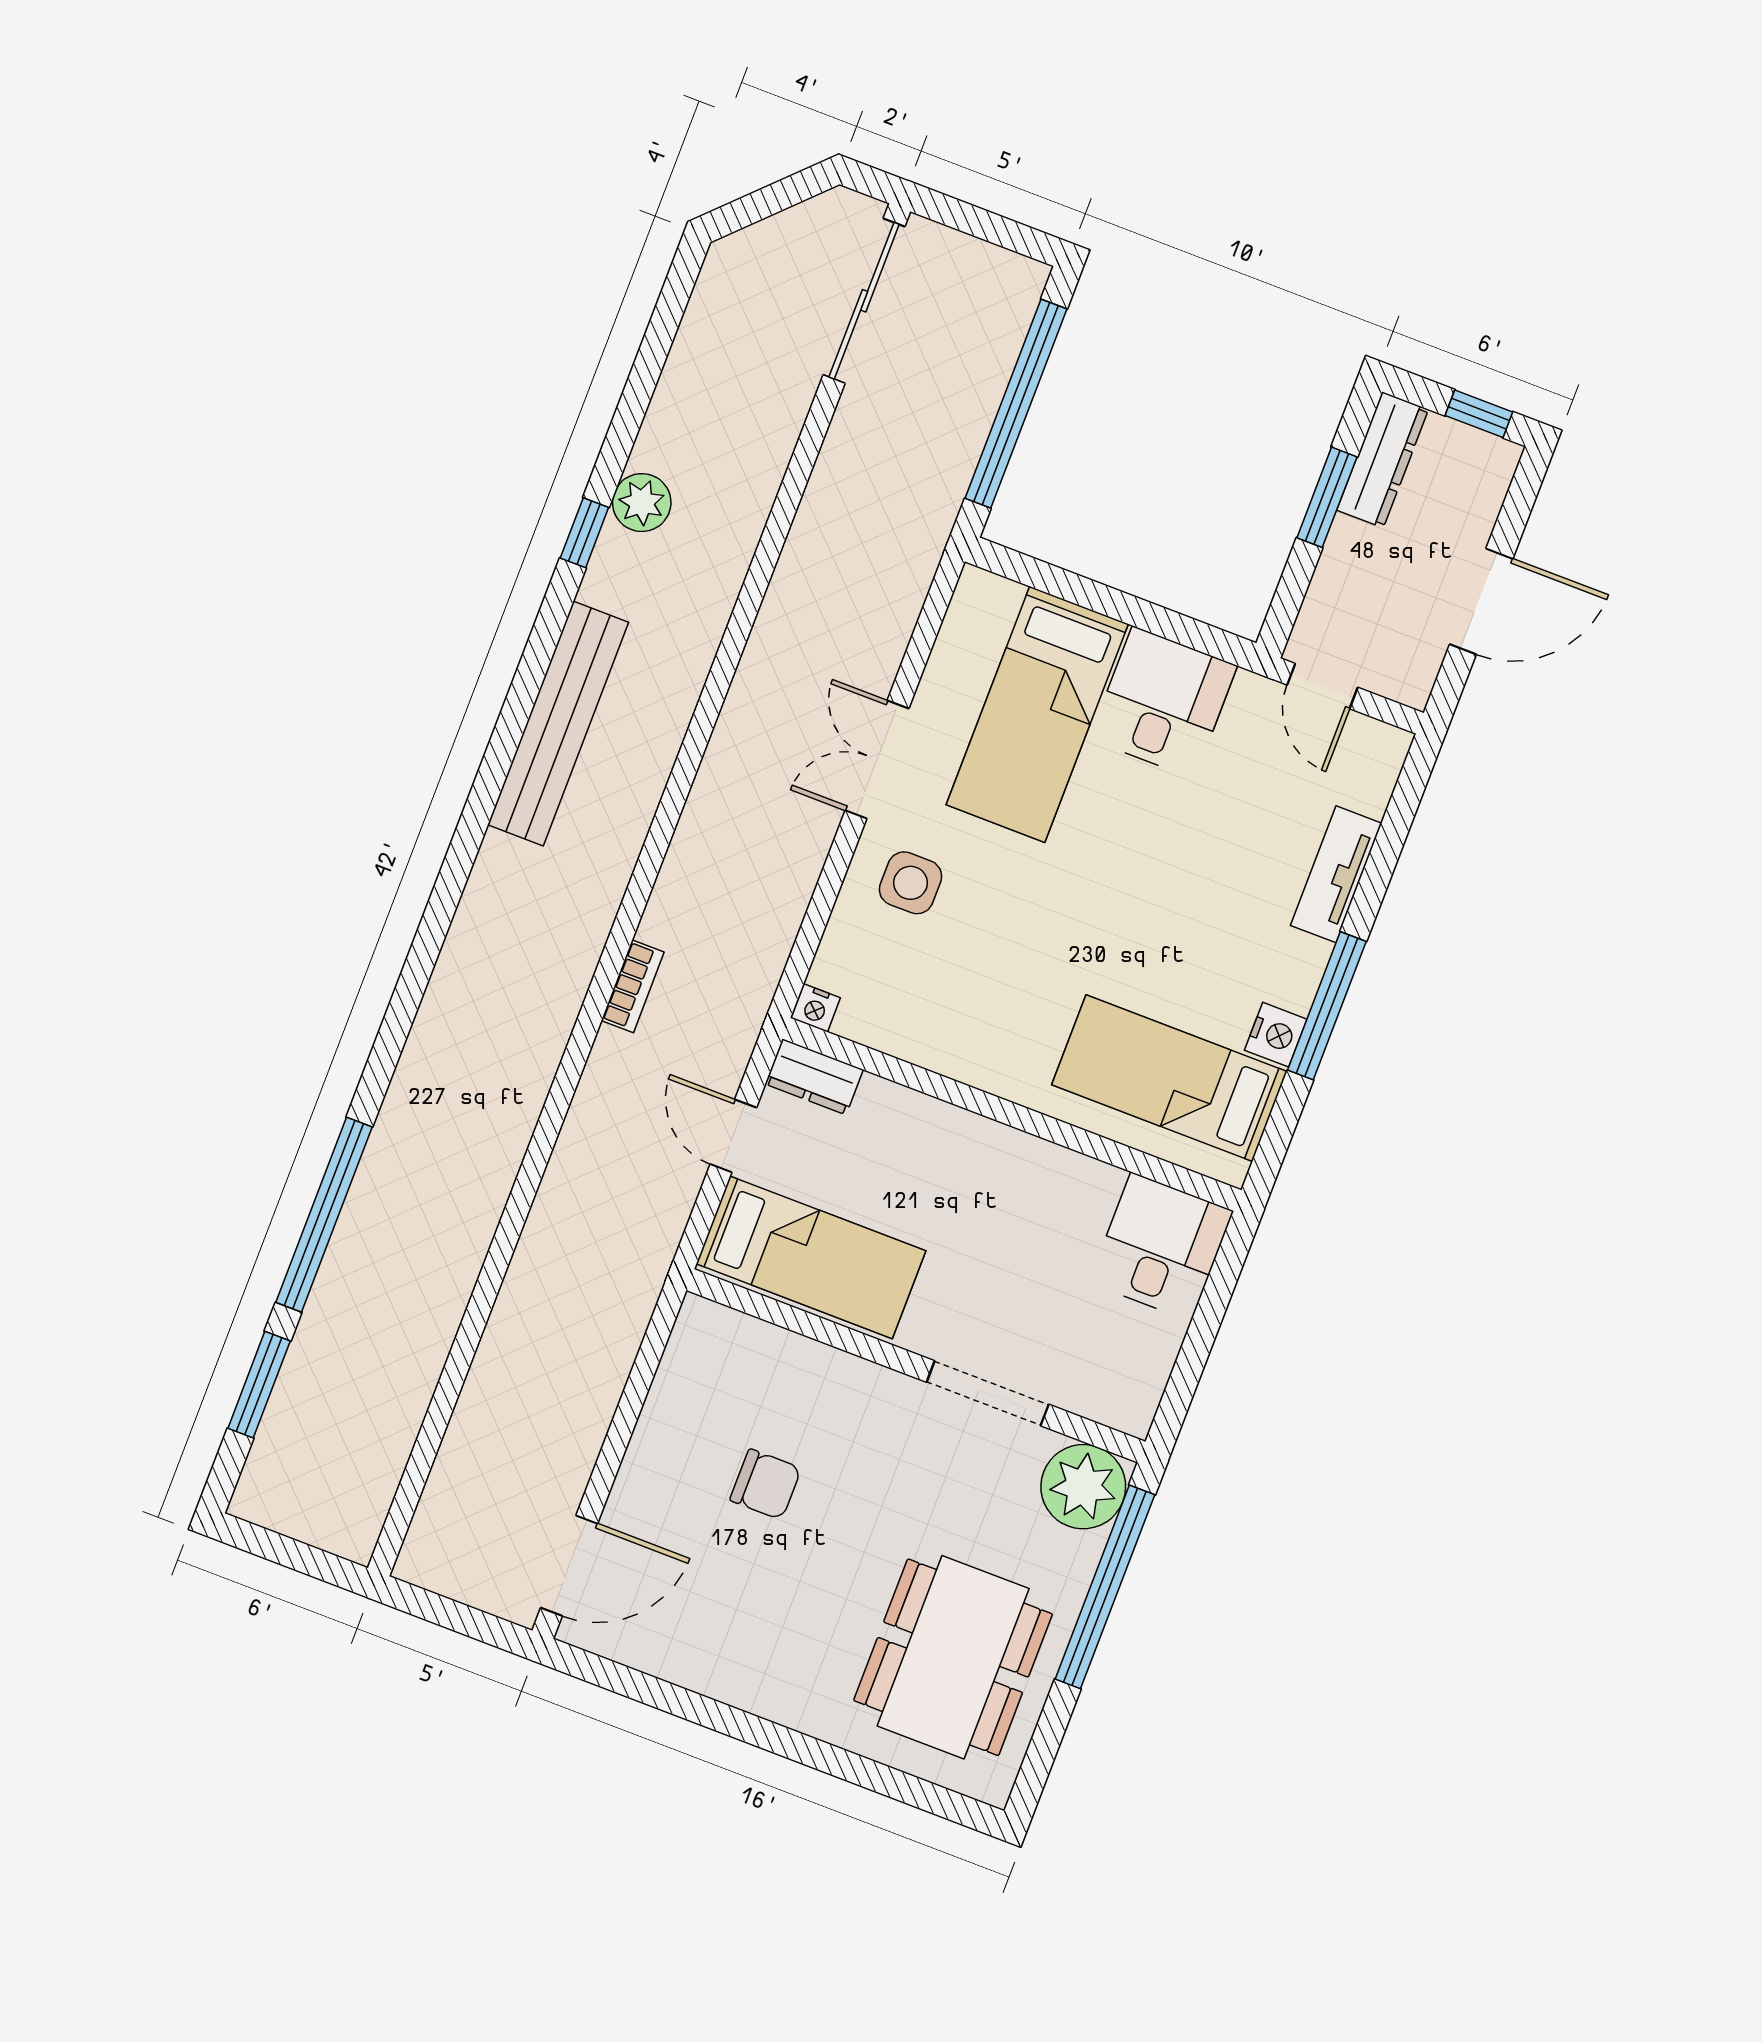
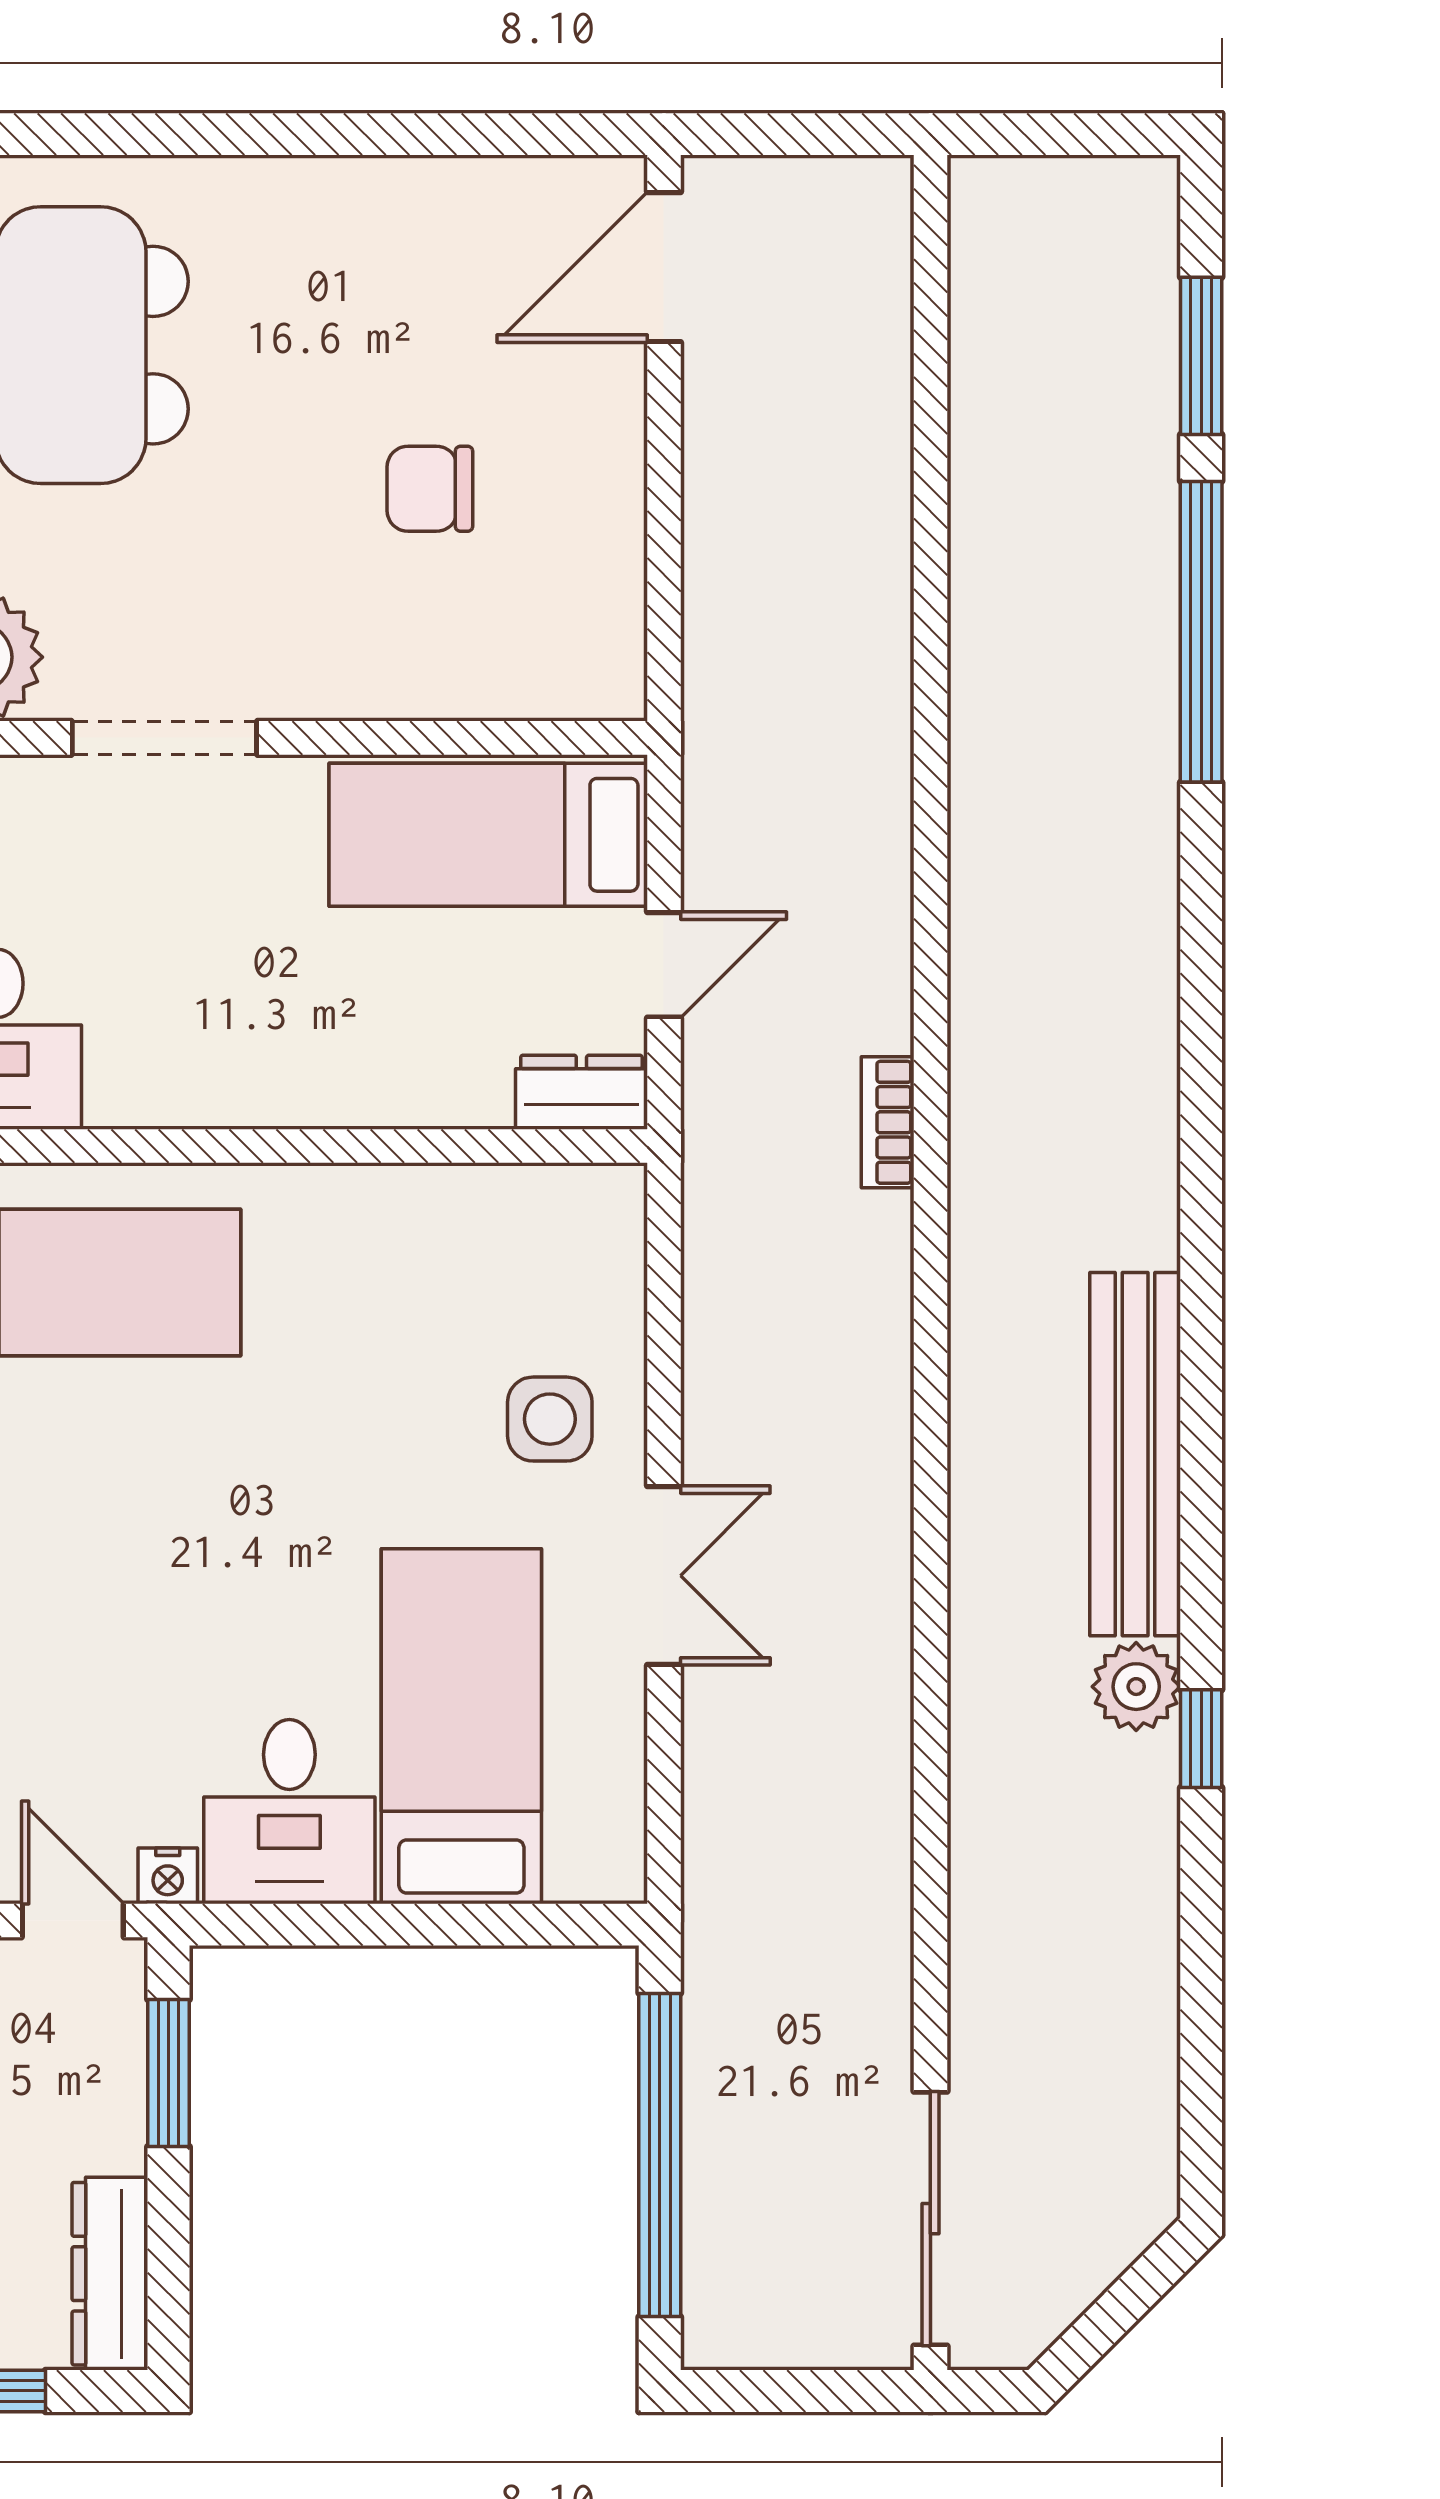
window: (1327, 497) -> (168, 2073), moved
plant: (642, 503) -> (1136, 1687), moved
nightstand: (816, 1008) -> (168, 1876), moved, turned 180
door: (733, 1136) -> (664, 965), hinge flipped

